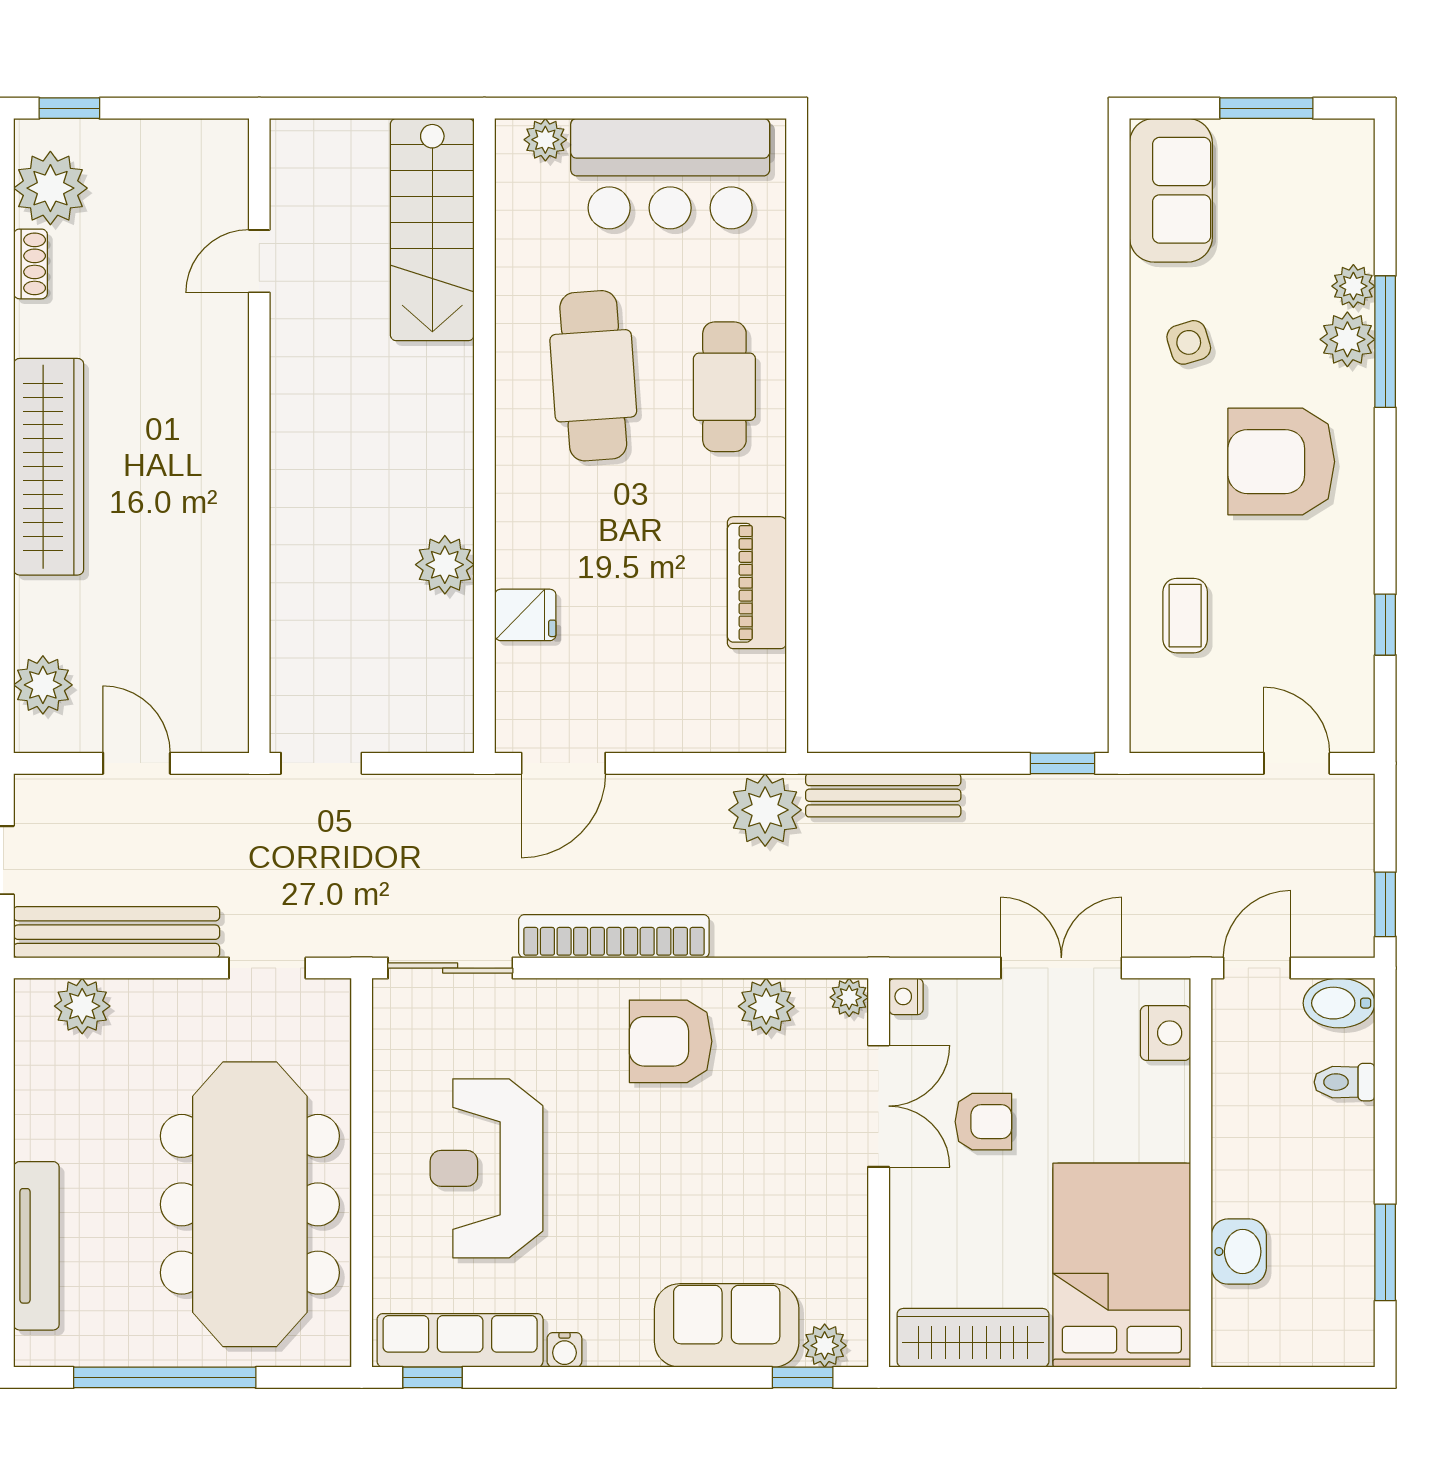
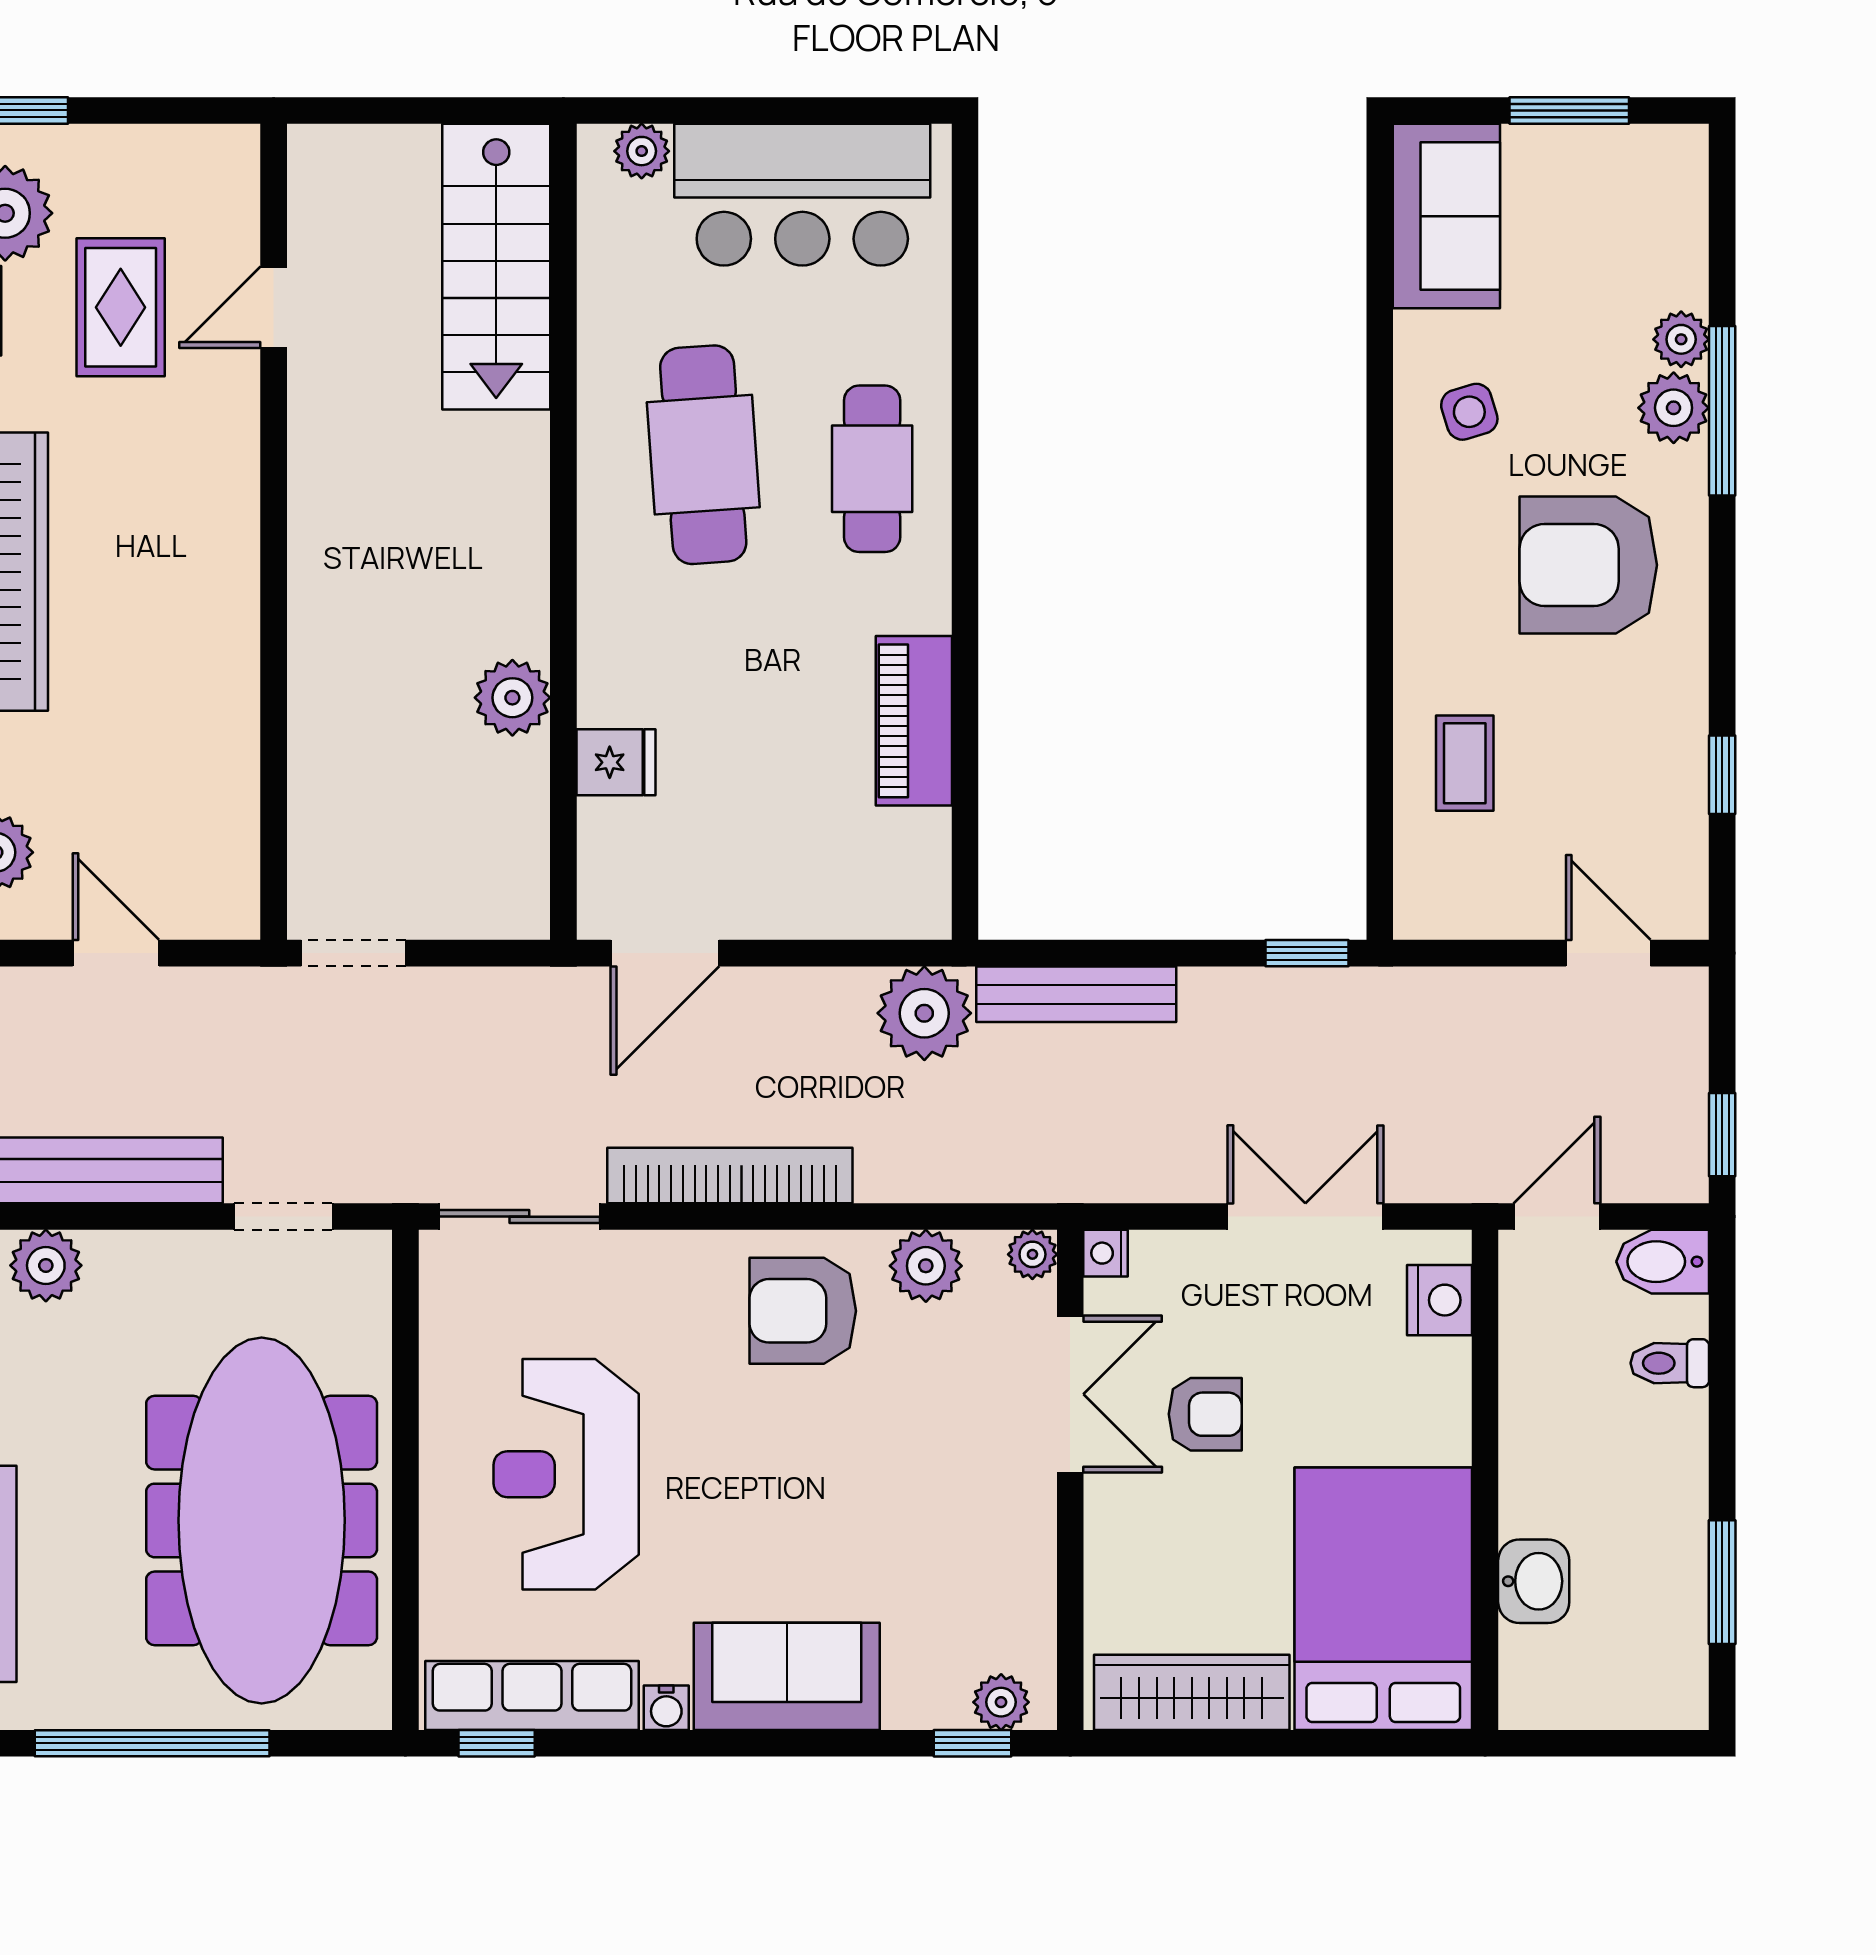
rug: (140, 261) -> (121, 307), added
sofa: (727, 1325) -> (787, 1676), moved

